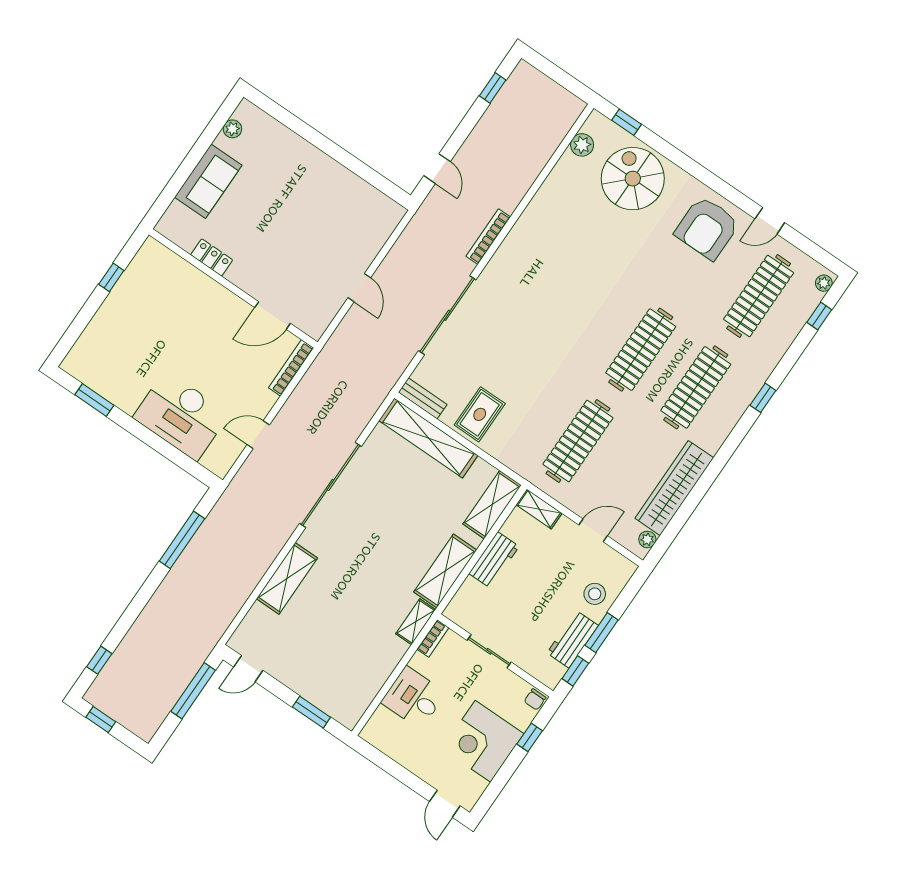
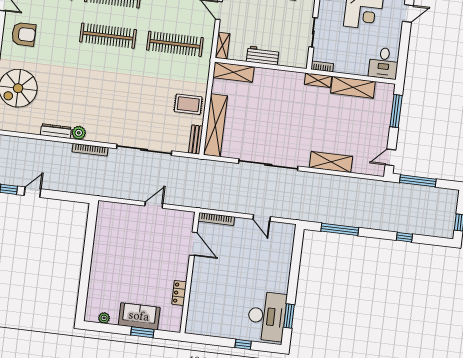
plant: (582, 145) -> (79, 133), moved
door: (437, 169) -> (33, 192), moved
window: (182, 174) -> (142, 332), added
dresser: (541, 201) -> (56, 131), added
armchair: (707, 228) -> (24, 34), width x0.73, depth x0.73
window: (111, 277) -> (243, 344), moved
desk: (181, 416) -> (267, 316), moved
shelving: (445, 571) -> (353, 87), moved
window: (99, 660) -> (404, 237), moved
door: (248, 669) -> (390, 157), swing flipped
desk: (413, 698) -> (384, 63), moved
window: (311, 712) -> (396, 111), width x1.44

